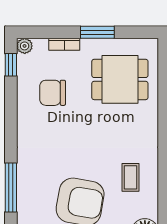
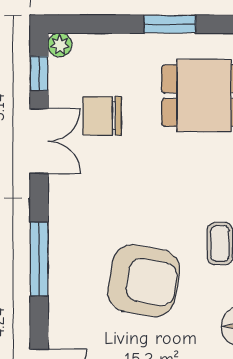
bookcase: (64, 44) -> (120, 42), removed
double door: (11, 110) -> (39, 141), added

